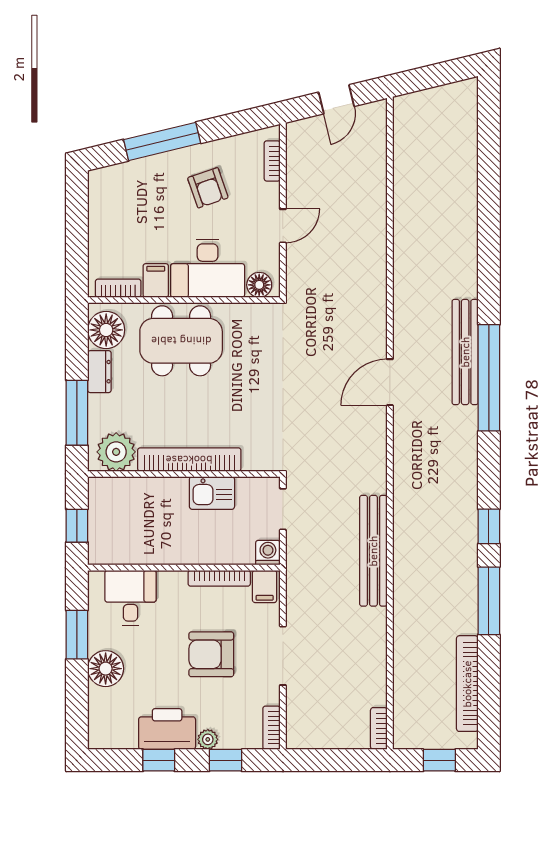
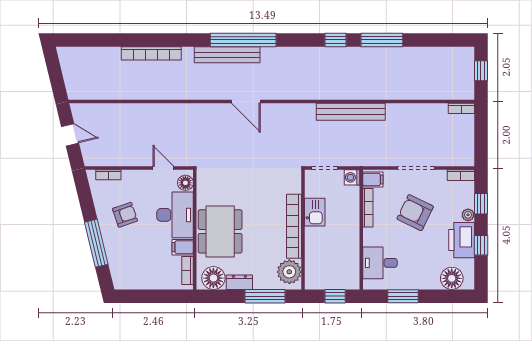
door: (283, 226) -> (163, 168), moved
armchair: (211, 654) -> (415, 213), turned 116
floor lamp: (106, 669) -> (452, 278), moved
bookcase: (467, 684) -> (151, 53), moved

